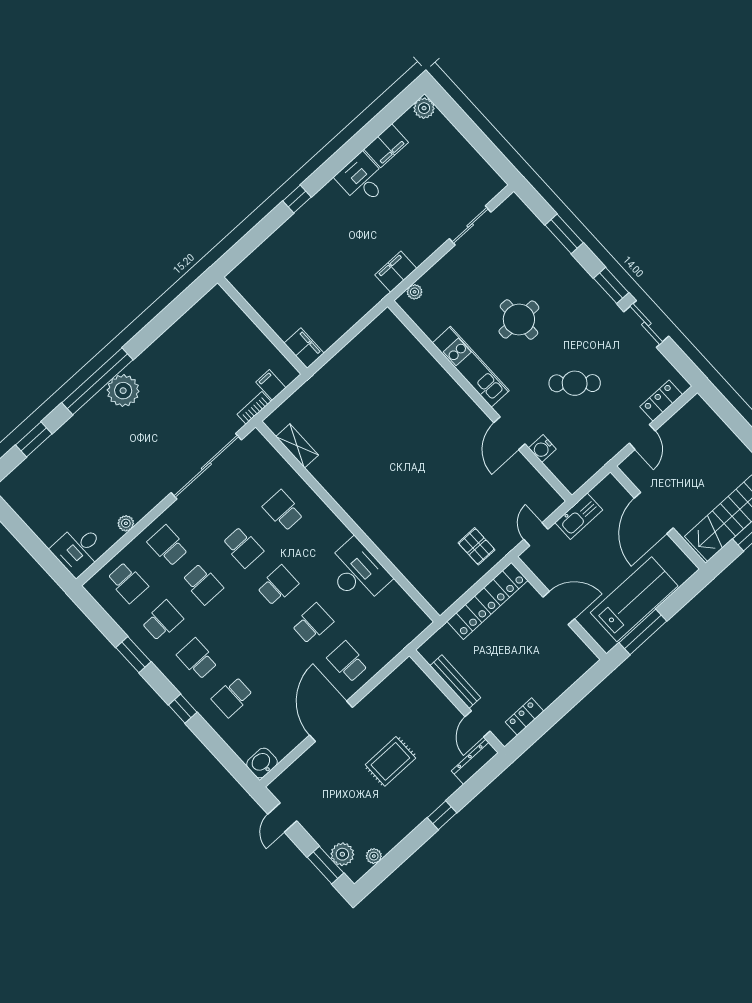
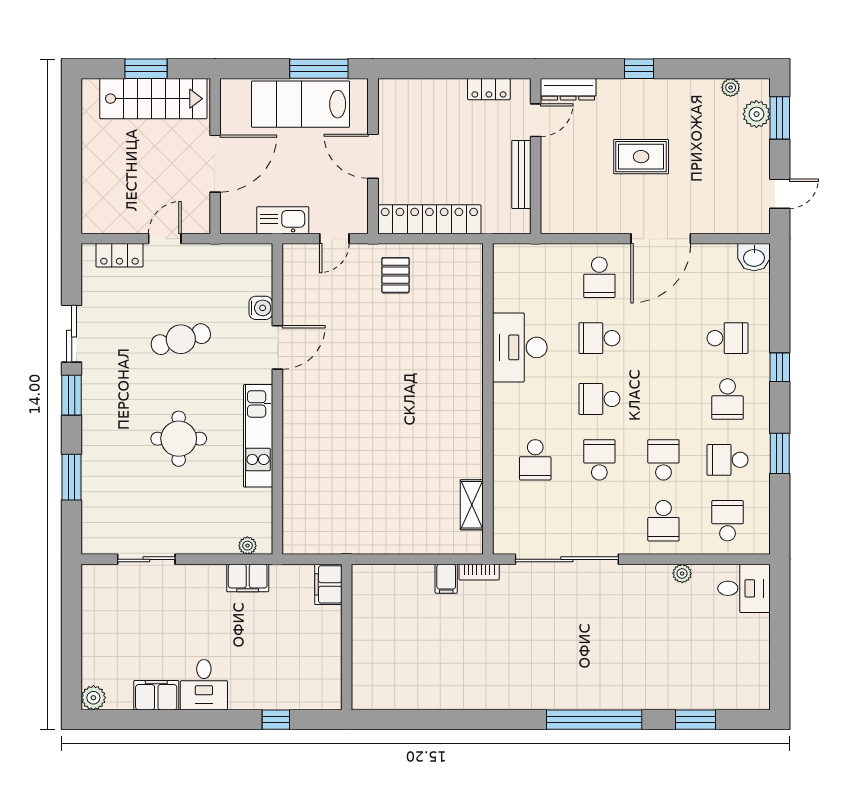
wall: (262, 326) -> (347, 637), moved
filing cabinet: (304, 348) -> (328, 584), moved
cafe table: (575, 383) -> (181, 339), turned -57
plant: (123, 391) -> (579, 691), removed

